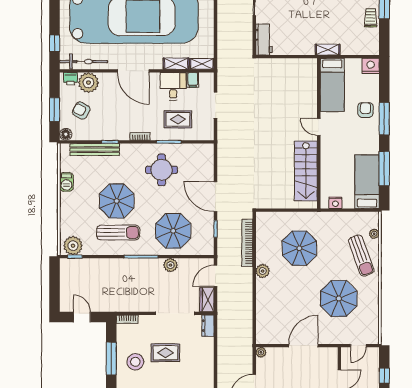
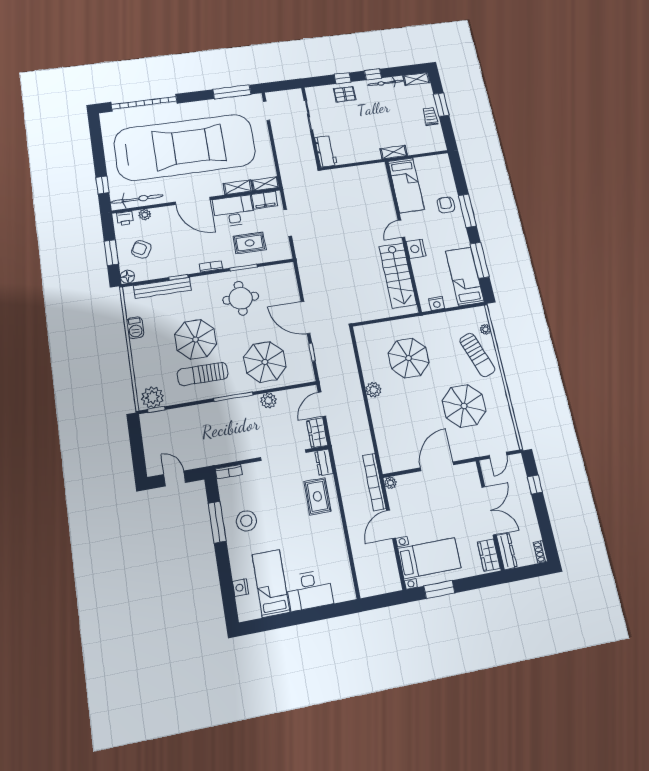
nightstand: (371, 66) -> (416, 249), moved, turned -90
filing cabinet: (193, 80) -> (265, 200), width x2.00
plant: (88, 83) -> (145, 215), width x0.53, depth x0.53
desk: (173, 86) -> (233, 211), width x1.37
door: (319, 127) -> (401, 229), hinge flipped
sun lounger: (118, 232) -> (203, 374), turned 180
bookcase: (247, 243) -> (374, 482), moved
rug: (165, 353) -> (317, 496), moved, turned 90

